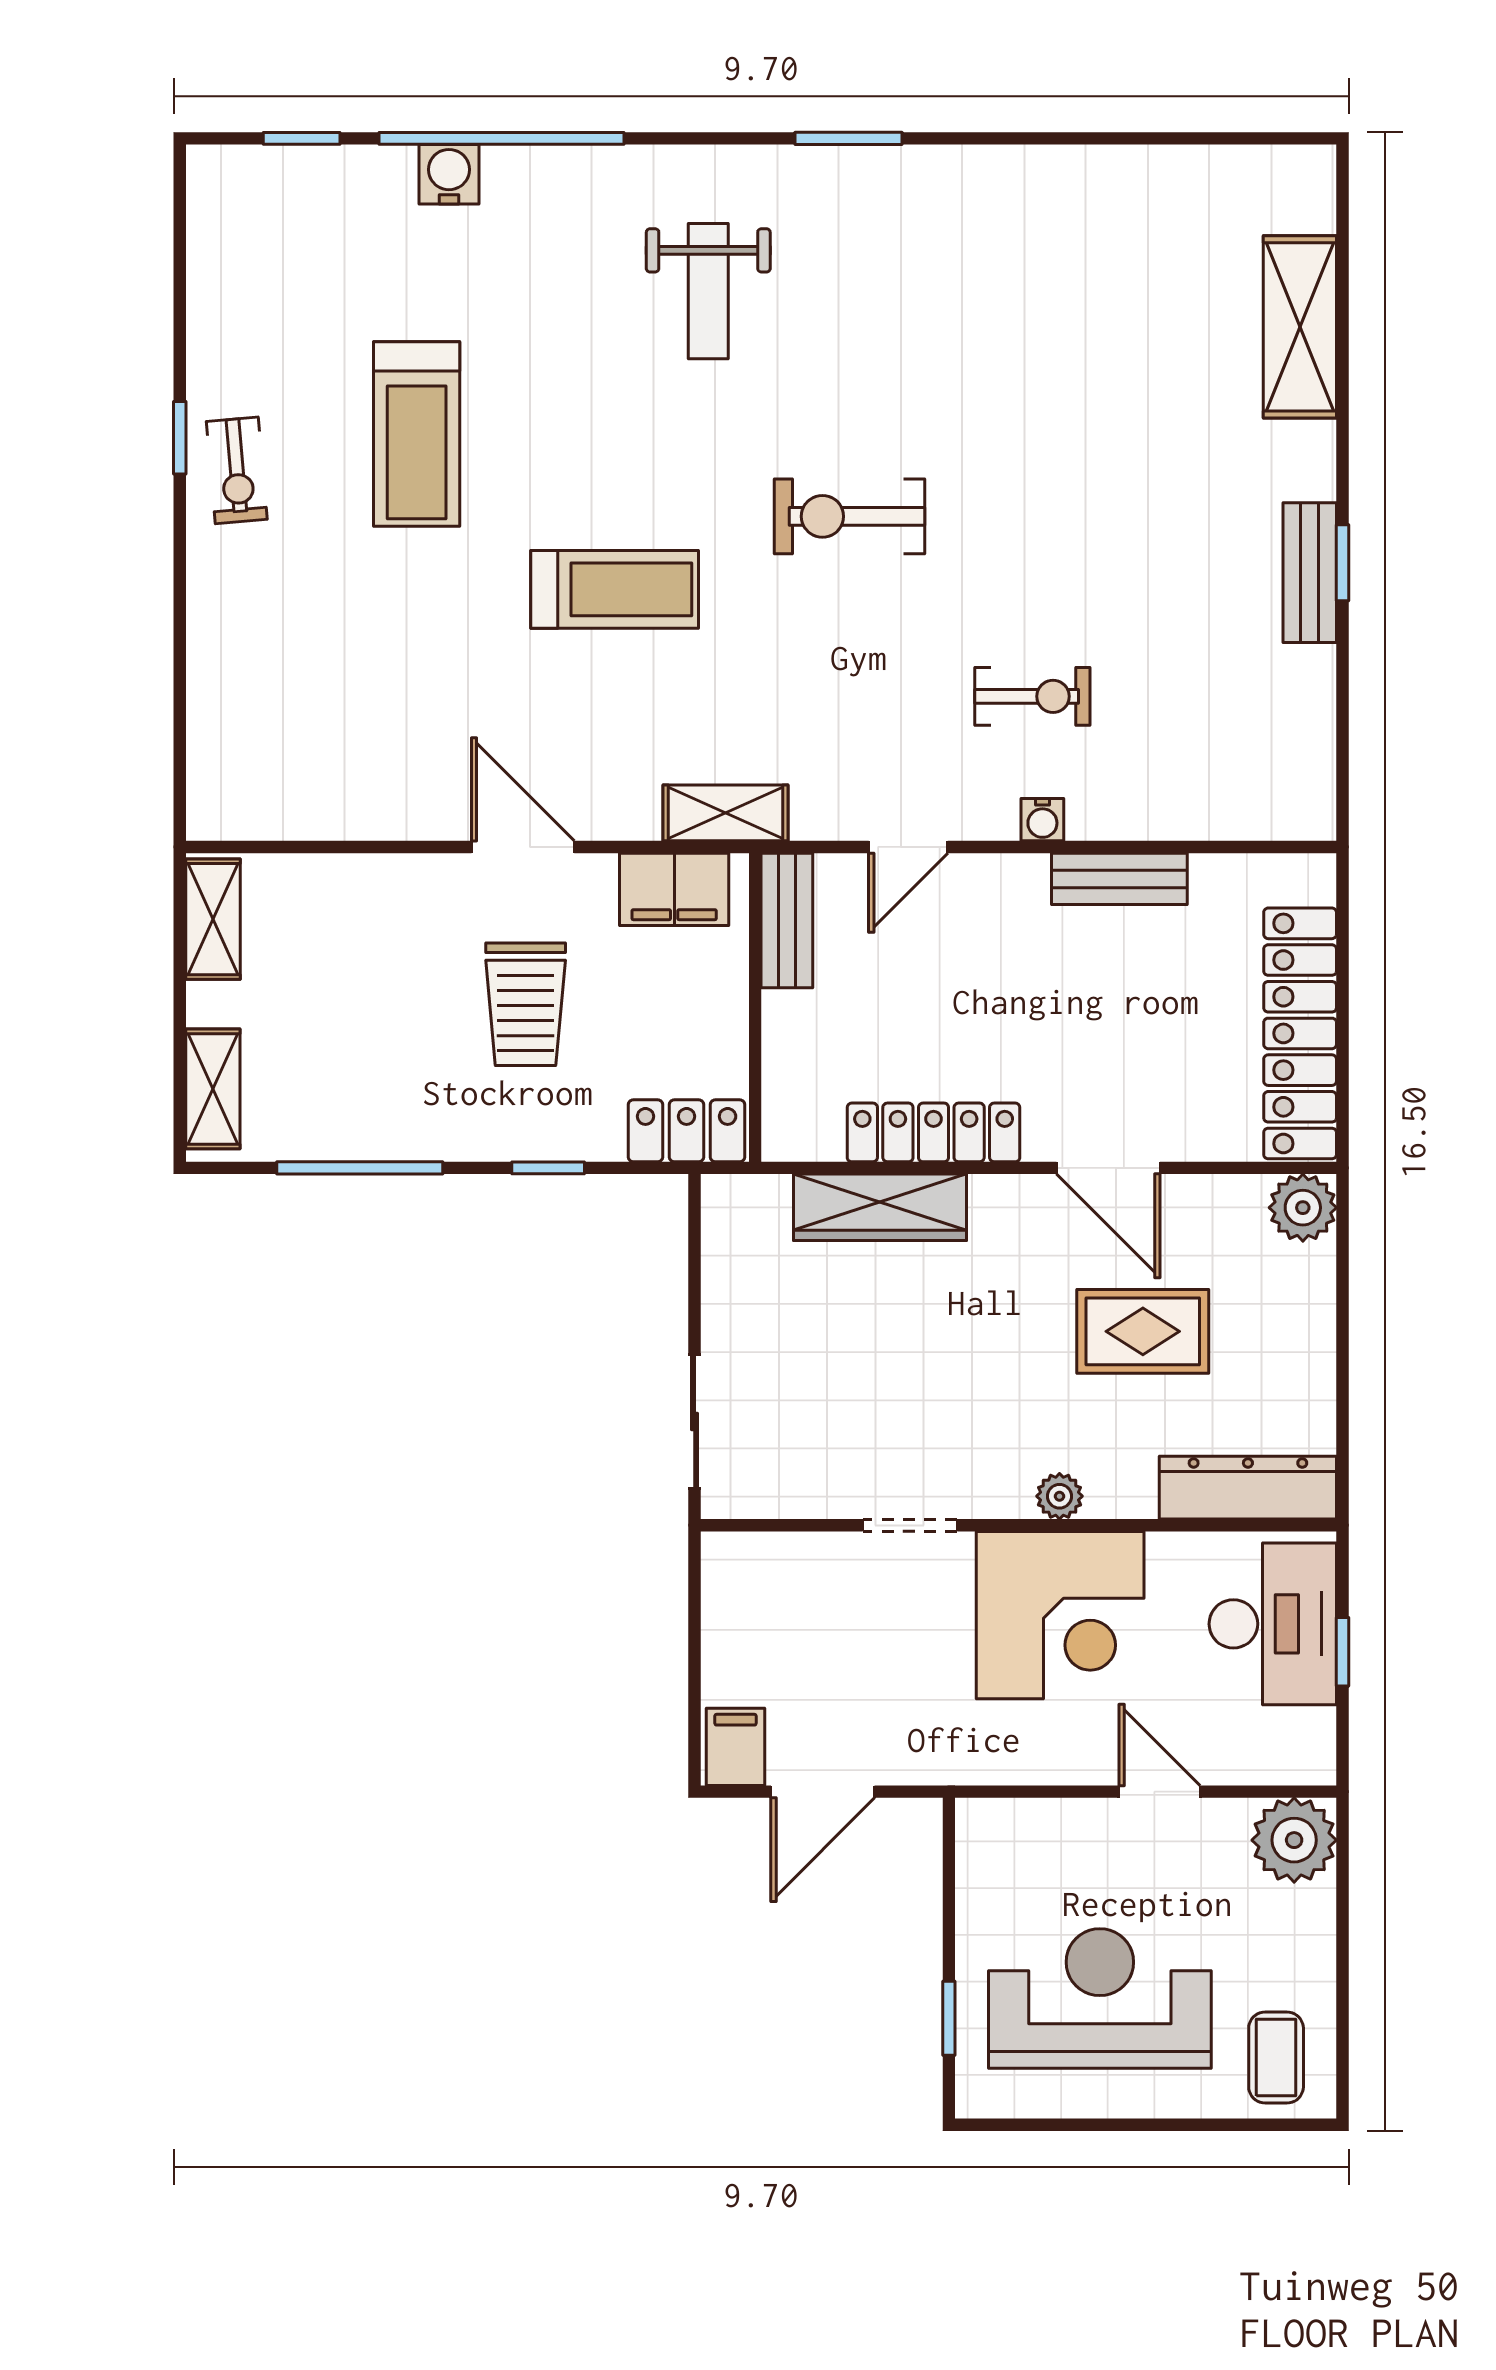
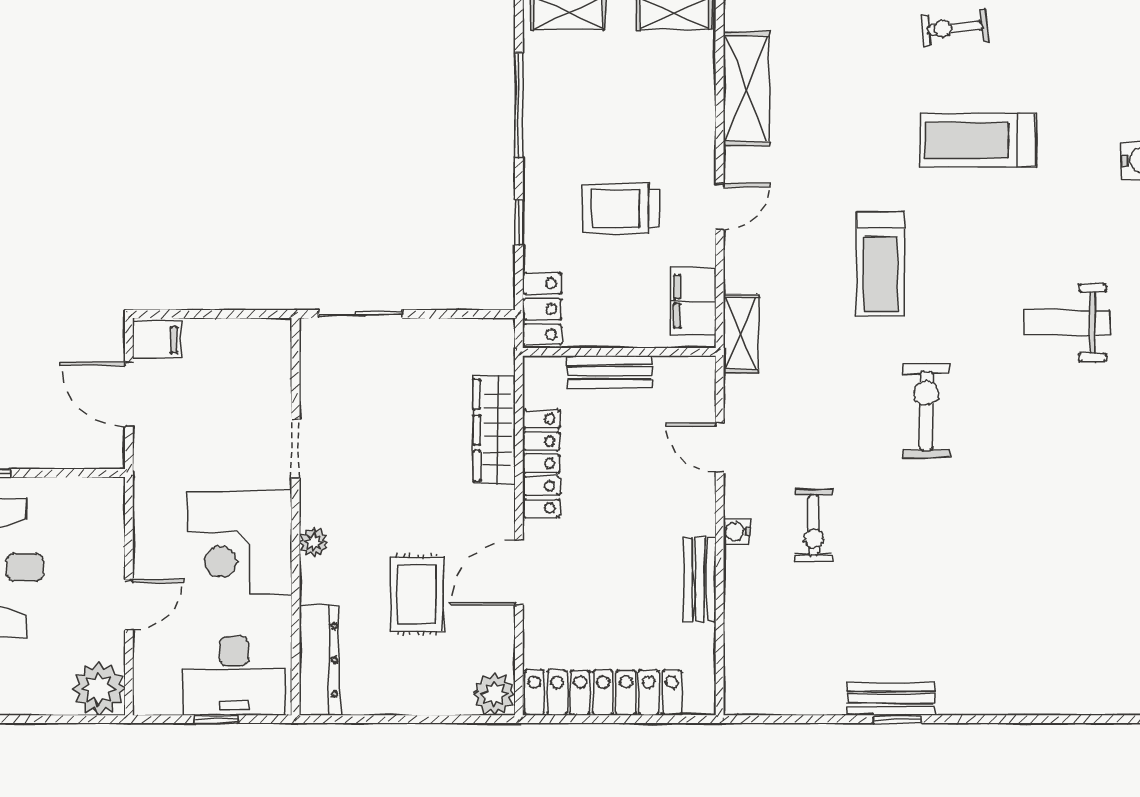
shelving: (1300, 327) -> (746, 89), moved, turned 90
door: (523, 847) -> (720, 207), width x0.73
bench: (787, 920) -> (610, 372), moved

